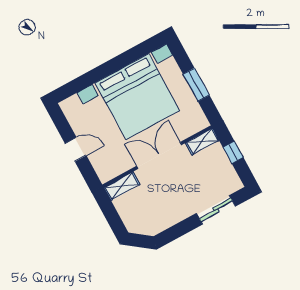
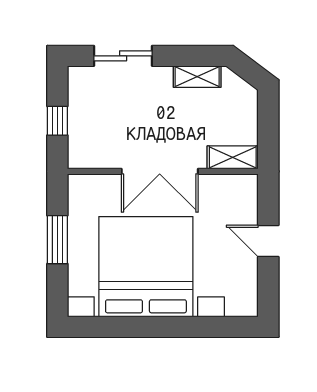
shelving: (202, 142) -> (197, 77), moved

